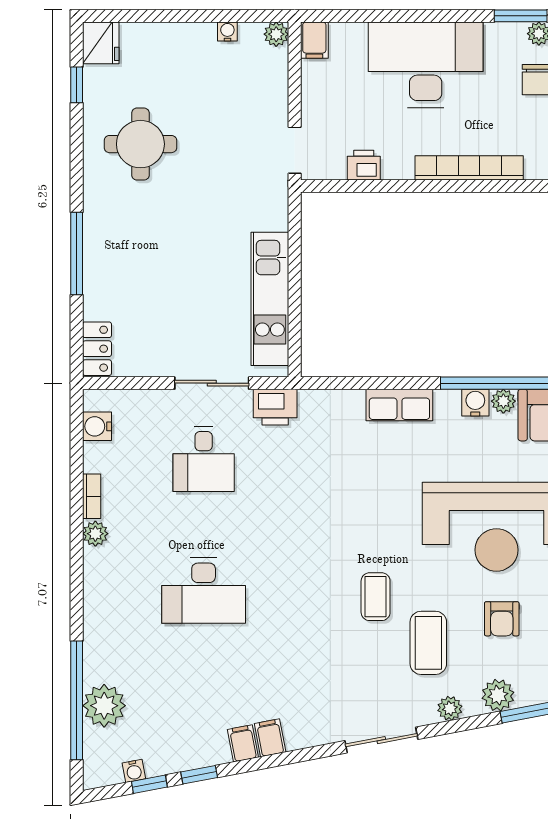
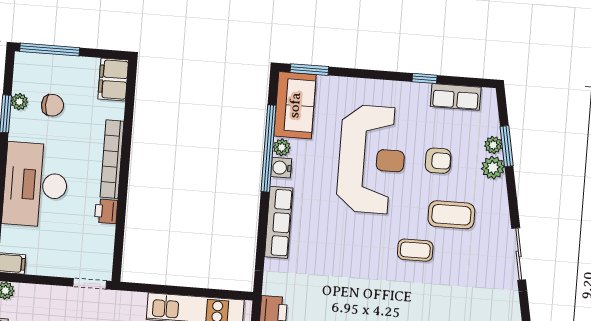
printer: (364, 165) -> (106, 211), moved
row of seats: (399, 405) -> (279, 222), width x1.48
plant: (450, 708) -> (493, 145), moved

